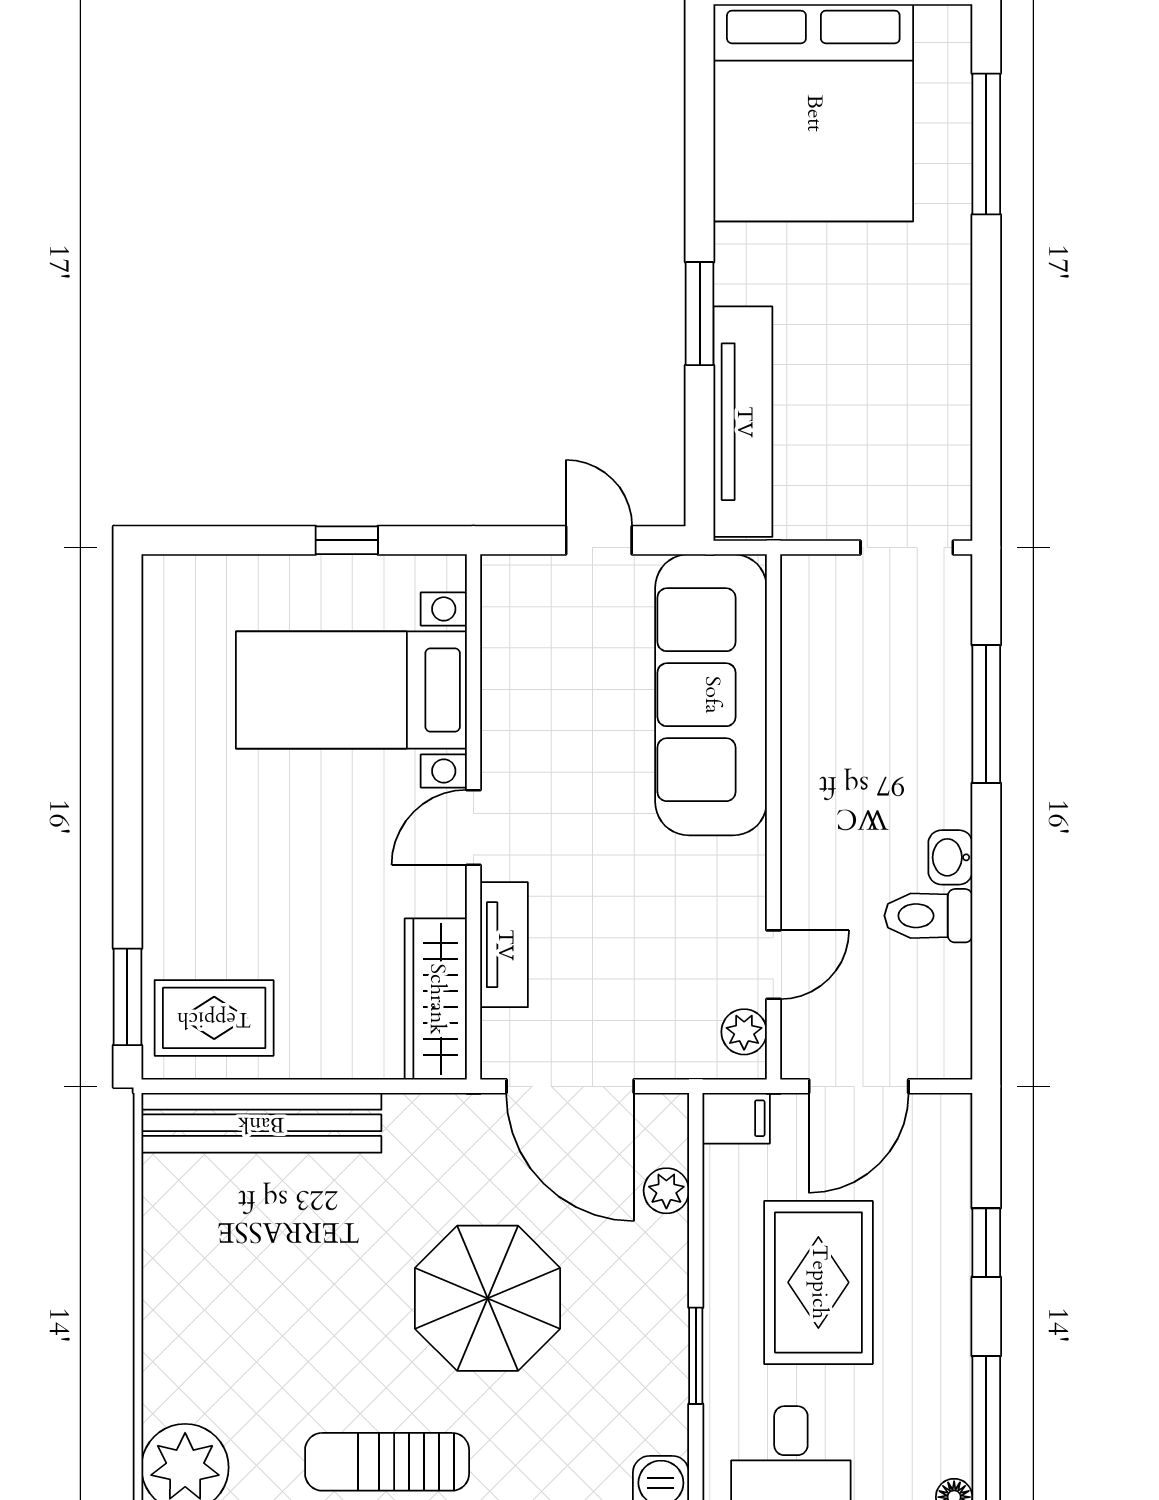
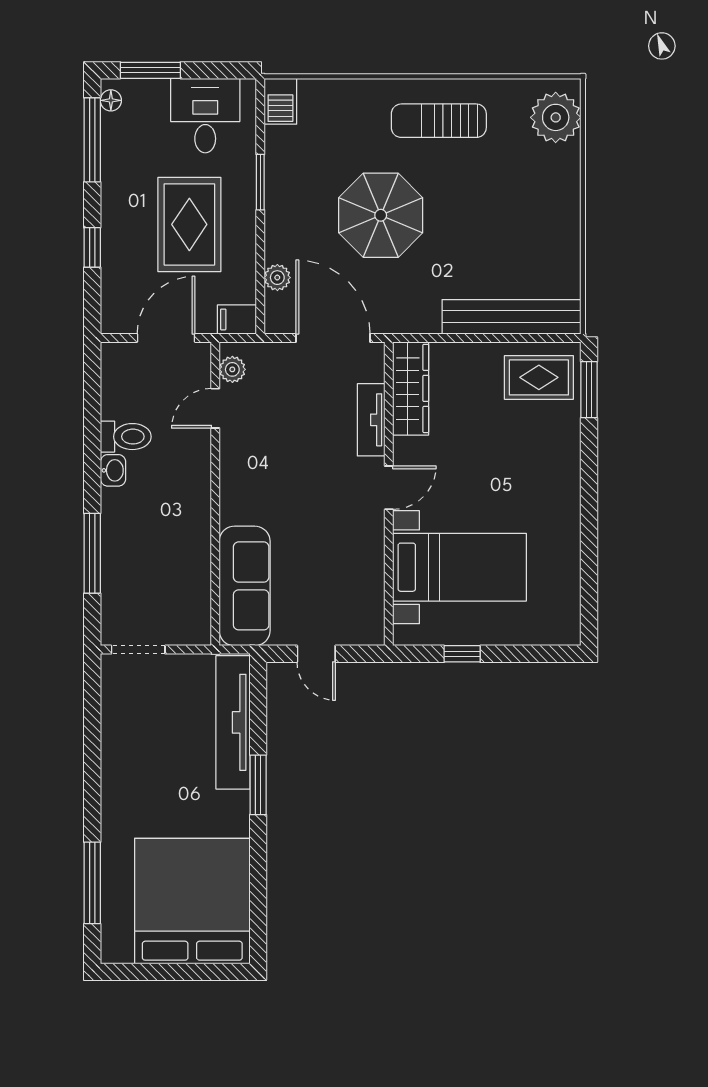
sofa: (711, 695) -> (245, 586), width x0.74, depth x0.79
sun lounger: (387, 1462) -> (439, 121), turned 180

